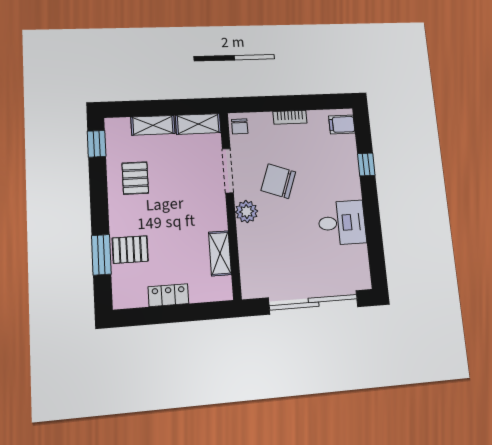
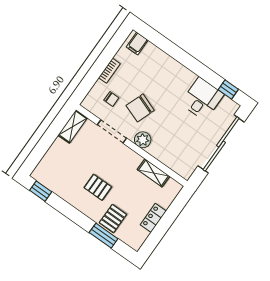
shelving: (153, 125) -> (54, 152), removed
chair: (240, 126) -> (111, 99), moved
window: (366, 164) -> (228, 89), moved
pallet: (135, 178) -> (98, 187), moved
desk: (342, 223) -> (202, 99), moved

